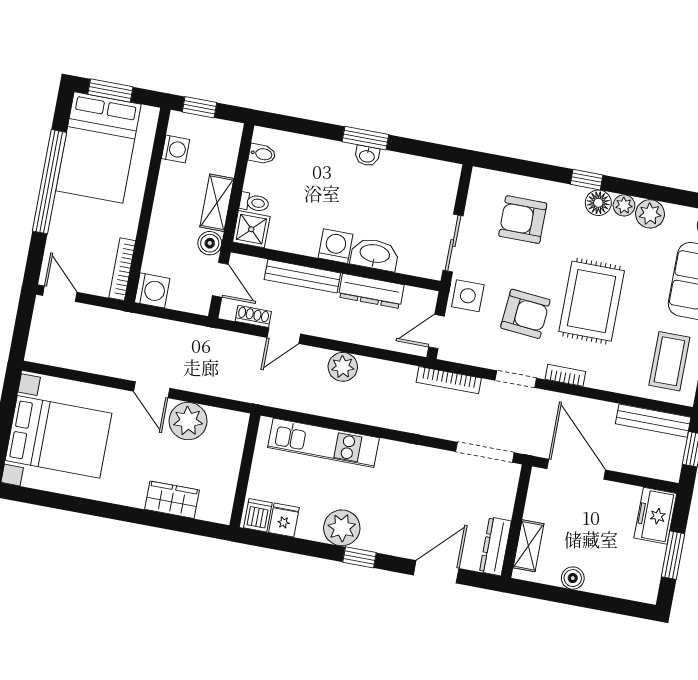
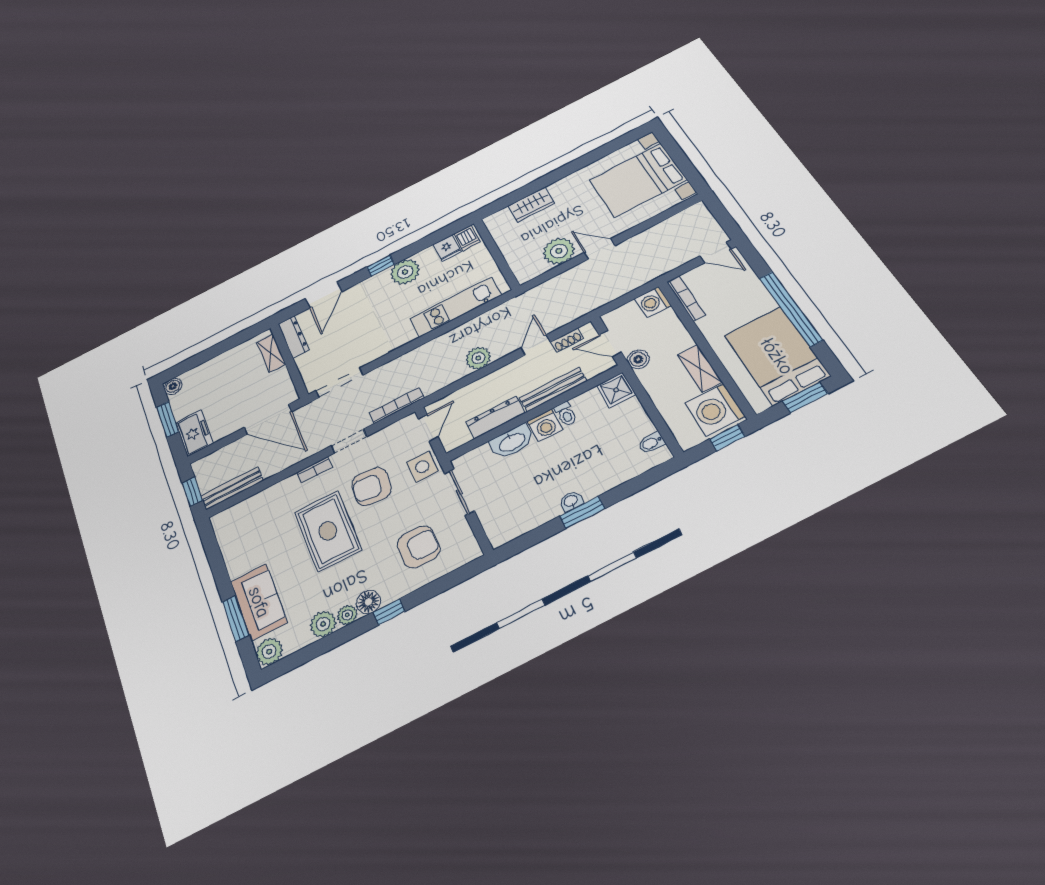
washing machine: (176, 149) -> (715, 410), width x1.89, depth x1.89
shelving: (217, 203) -> (700, 368), moved
toilet: (254, 203) -> (566, 414), moved, turned -90
coffee table: (669, 361) -> (244, 534), removed
boiler: (573, 578) -> (173, 386), moved

